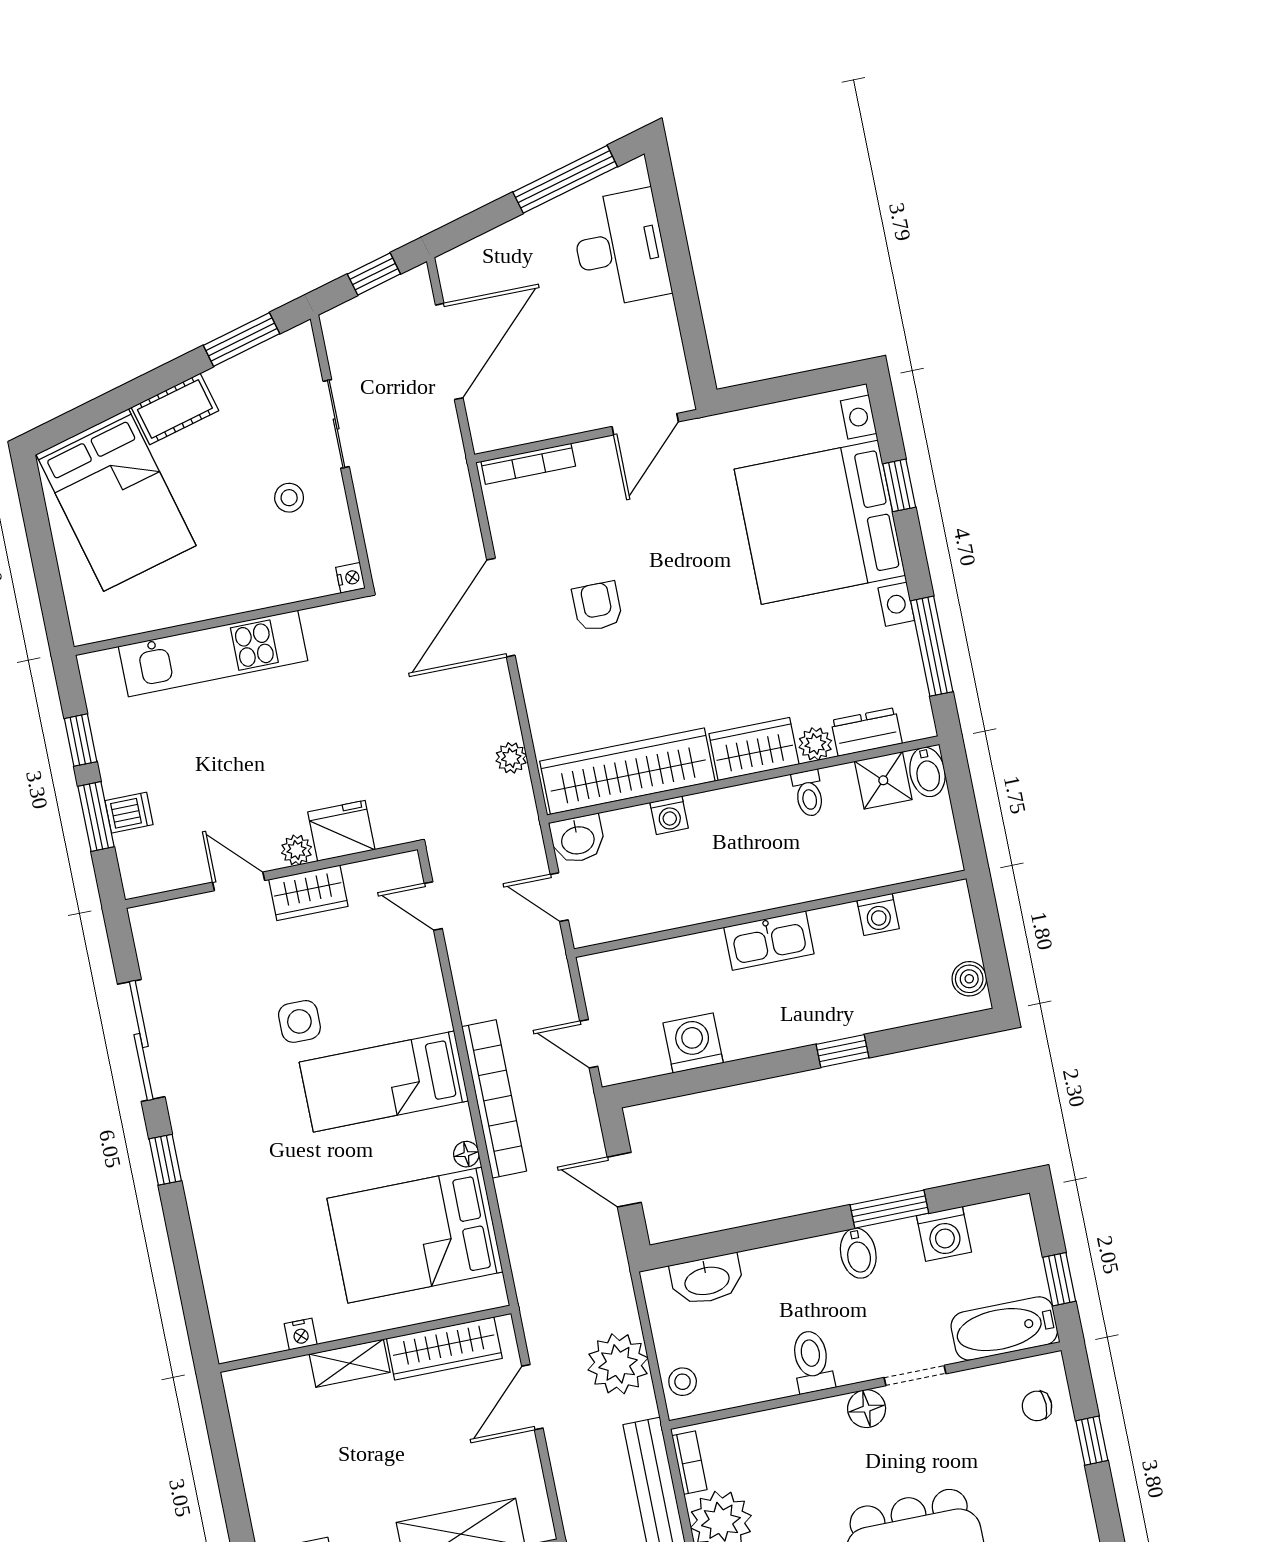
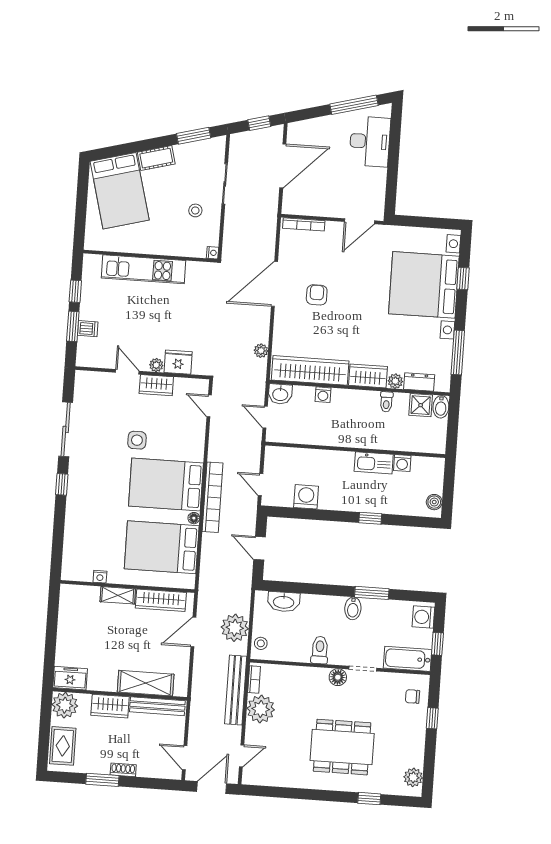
kitchen sink: (769, 941) -> (374, 463), moved
bed: (384, 1082) -> (166, 485), width x1.50
washing machine: (944, 1234) -> (423, 617), moved, turned 90

